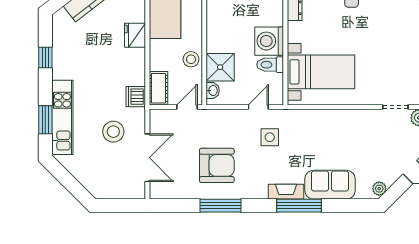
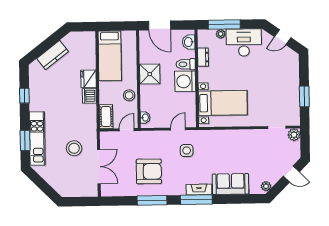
toilet: (270, 65) -> (186, 64), moved
shower: (220, 67) -> (150, 74), moved
dishwasher: (136, 97) -> (89, 96), moved
window: (299, 206) -> (196, 200), moved

